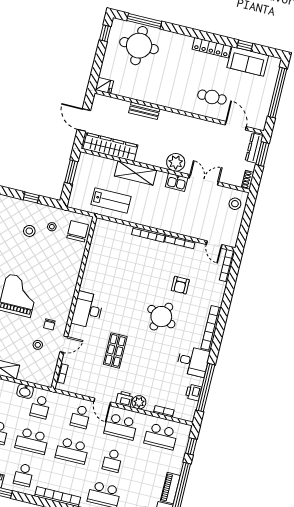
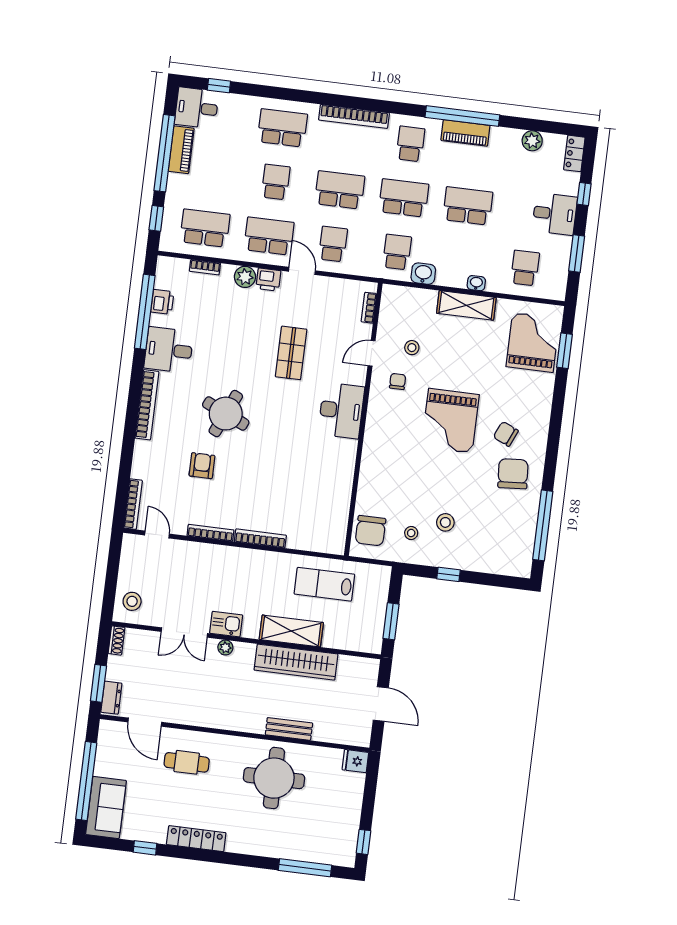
round table: (139, 46) -> (274, 778), moved
sofa: (248, 61) -> (106, 807), moved, turned 90
wardrobe: (110, 147) -> (296, 662), moved
dresser: (254, 148) -> (111, 698), width x0.70
plant: (176, 162) -> (225, 648), width x0.53, depth x0.53

